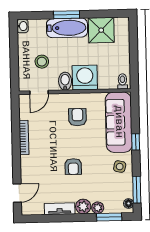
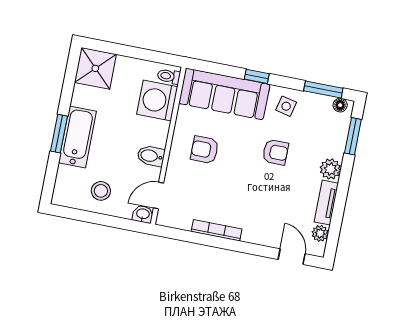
washbasin: (23, 26) -> (143, 214), moved
shower: (101, 30) -> (95, 68), moved
stool: (42, 62) -> (101, 191), moved
washing machine: (85, 78) -> (157, 100), moved
door: (39, 92) -> (159, 196), swing flipped
armchair: (73, 167) -> (275, 152), moved
plant: (98, 208) -> (320, 233), moved

